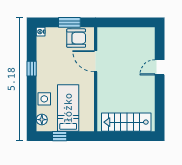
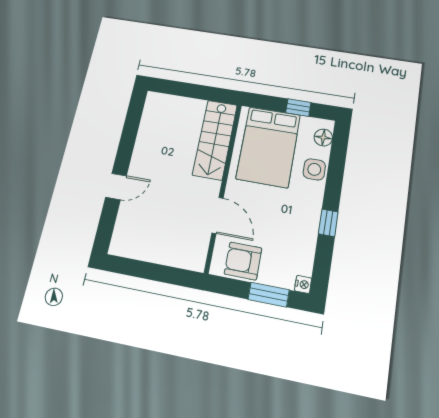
window: (69, 22) -> (269, 295), moved
bed: (68, 108) -> (268, 147), width x1.50
stairs: (126, 122) -> (215, 140), moved, turned 90

